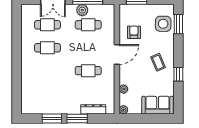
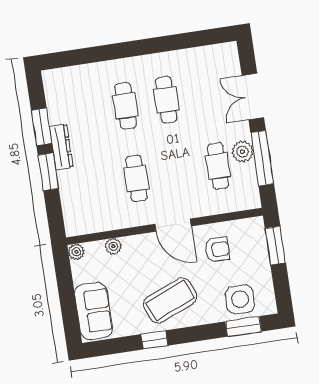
cafe table: (47, 25) -> (125, 106), moved
coffee table: (158, 62) -> (170, 301), width x1.86, depth x1.72
dresser: (93, 109) -> (61, 147), moved

